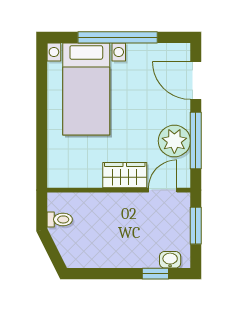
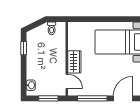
plant: (174, 141) -> (92, 87), removed
window: (155, 274) -> (24, 48), moved

